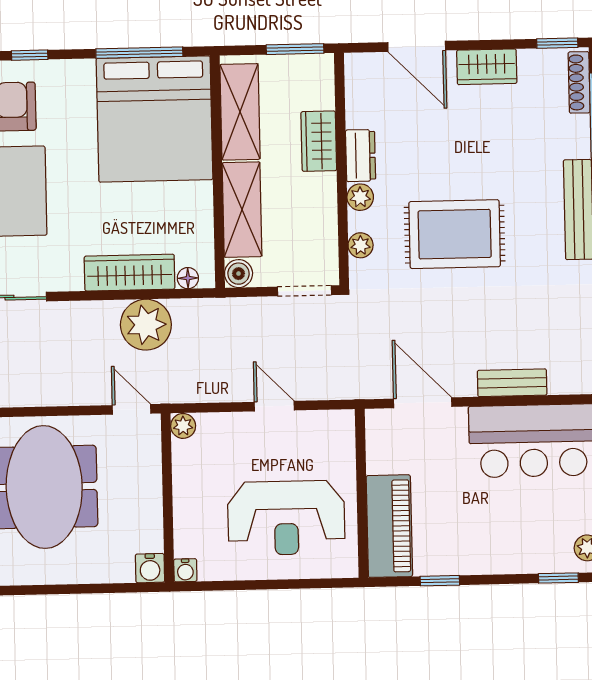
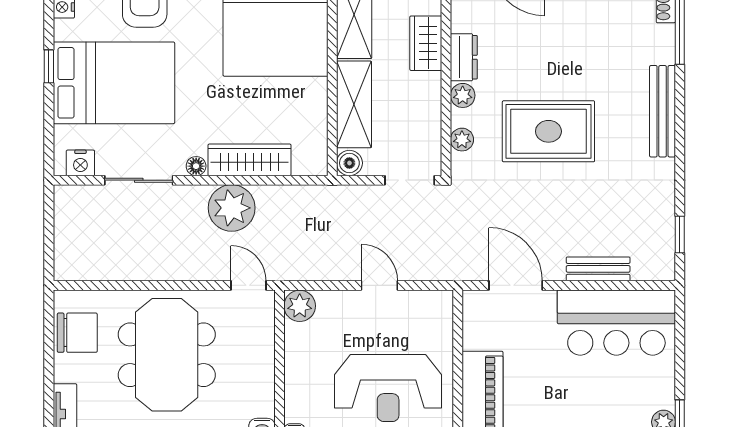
floor lamp: (188, 278) -> (196, 166), moved
plant: (146, 325) -> (232, 208), moved
plant: (183, 426) -> (300, 306), width x1.38, depth x1.38

